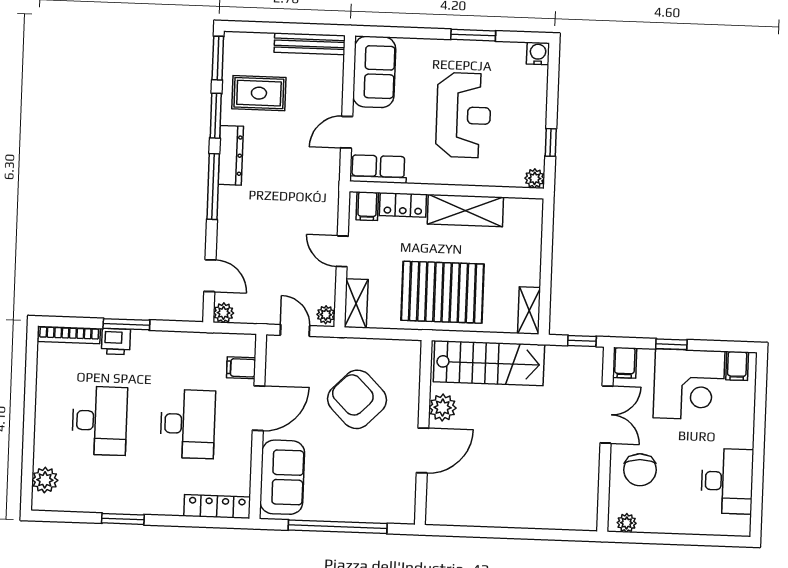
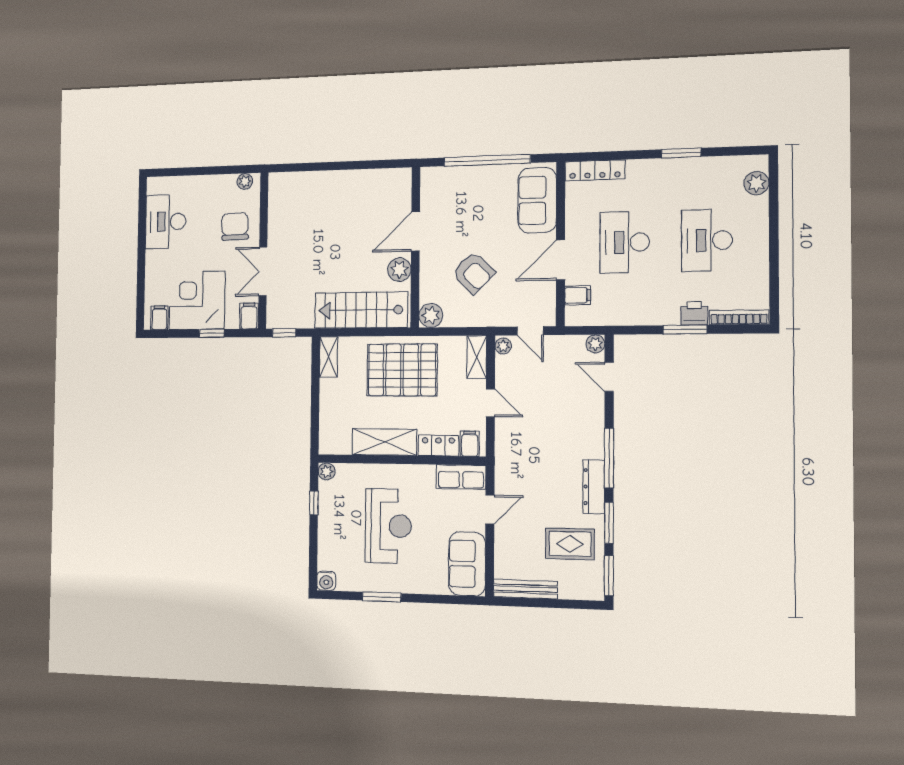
reception desk: (463, 115) -> (388, 526), turned 180
plant: (408, 353) -> (431, 315), added
armchair: (357, 399) -> (473, 273), width x0.73, depth x0.73

